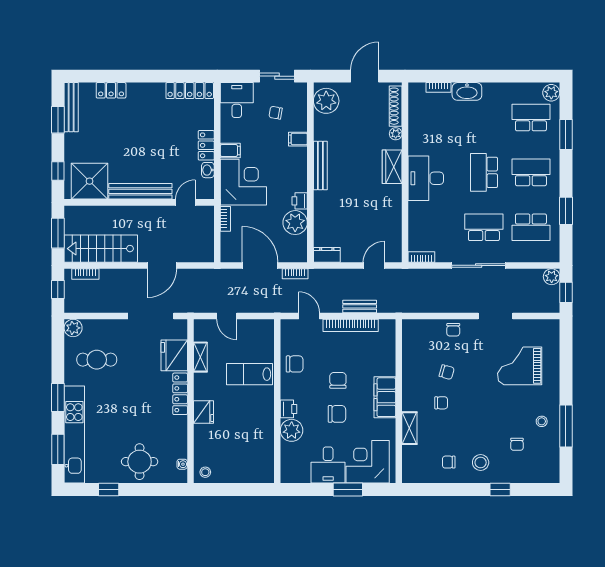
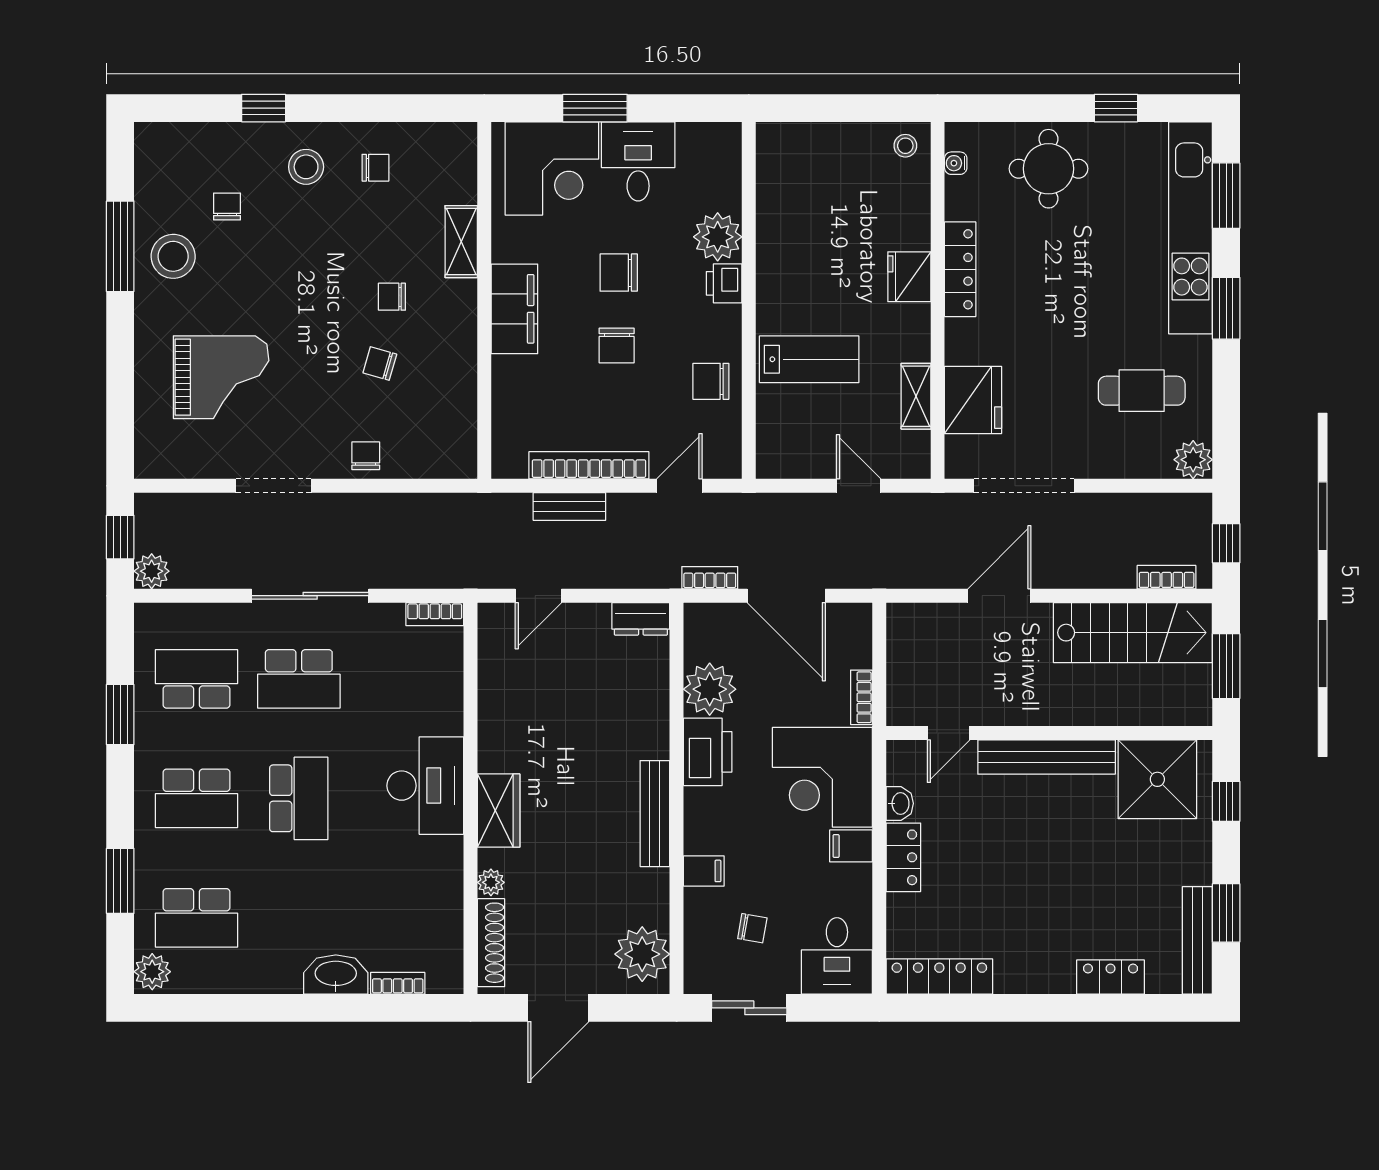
printer: (300, 201) -> (708, 752), width x1.87, depth x1.48
door: (309, 316) -> (679, 486), swing flipped
locker: (180, 394) -> (960, 269), moved
stool: (542, 421) -> (173, 256), width x1.89, depth x1.89

